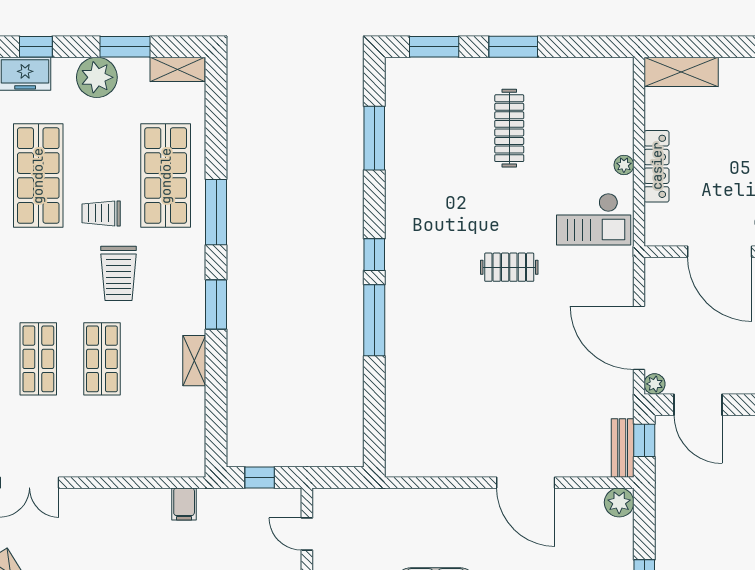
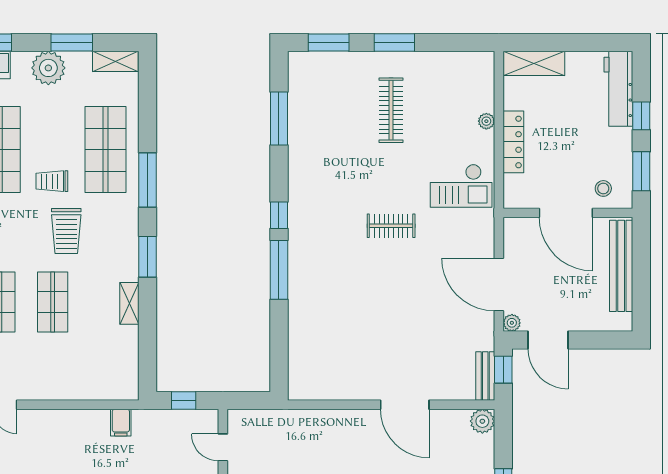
plant: (624, 165) -> (486, 121), moved

